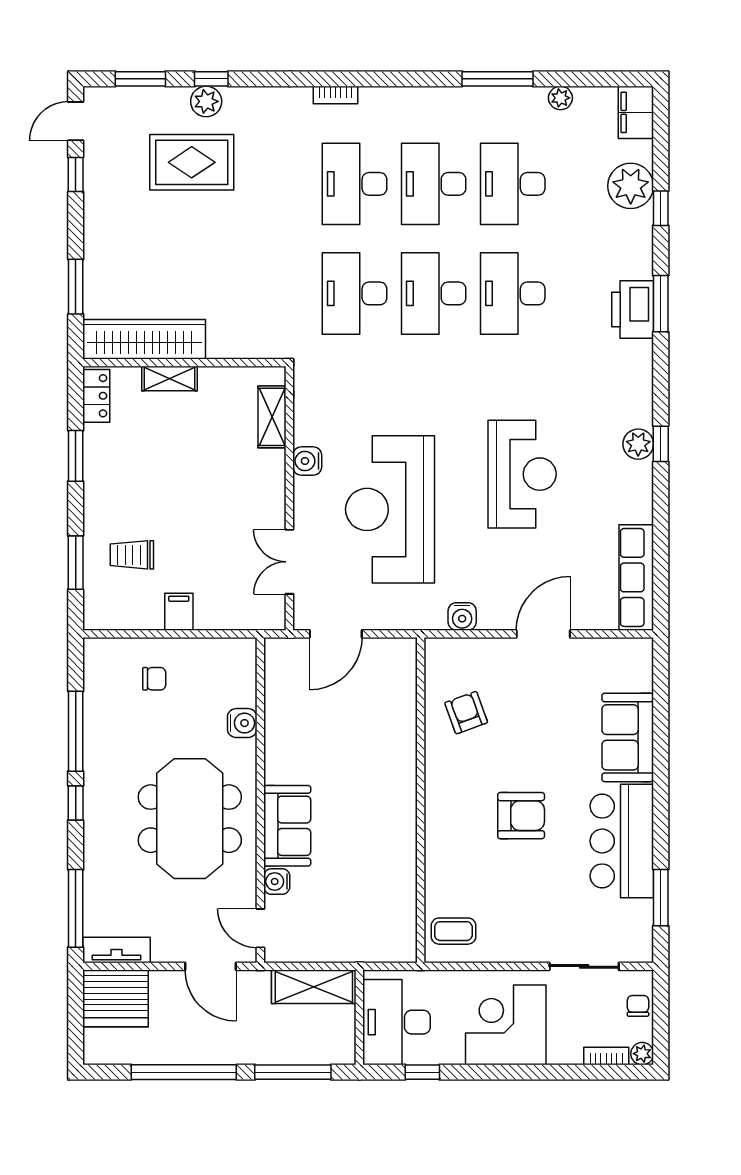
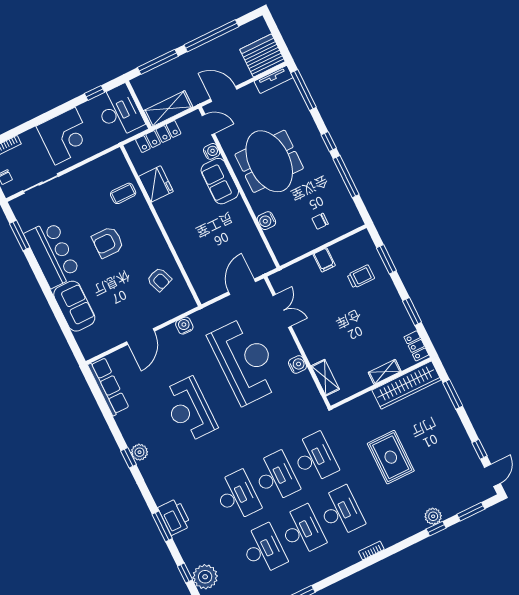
rug: (192, 162) -> (391, 457), moved, turned 90
fridge: (395, 873) -> (156, 184), added
coffee table: (453, 931) -> (123, 193), moved
locker: (353, 949) -> (158, 137), added

